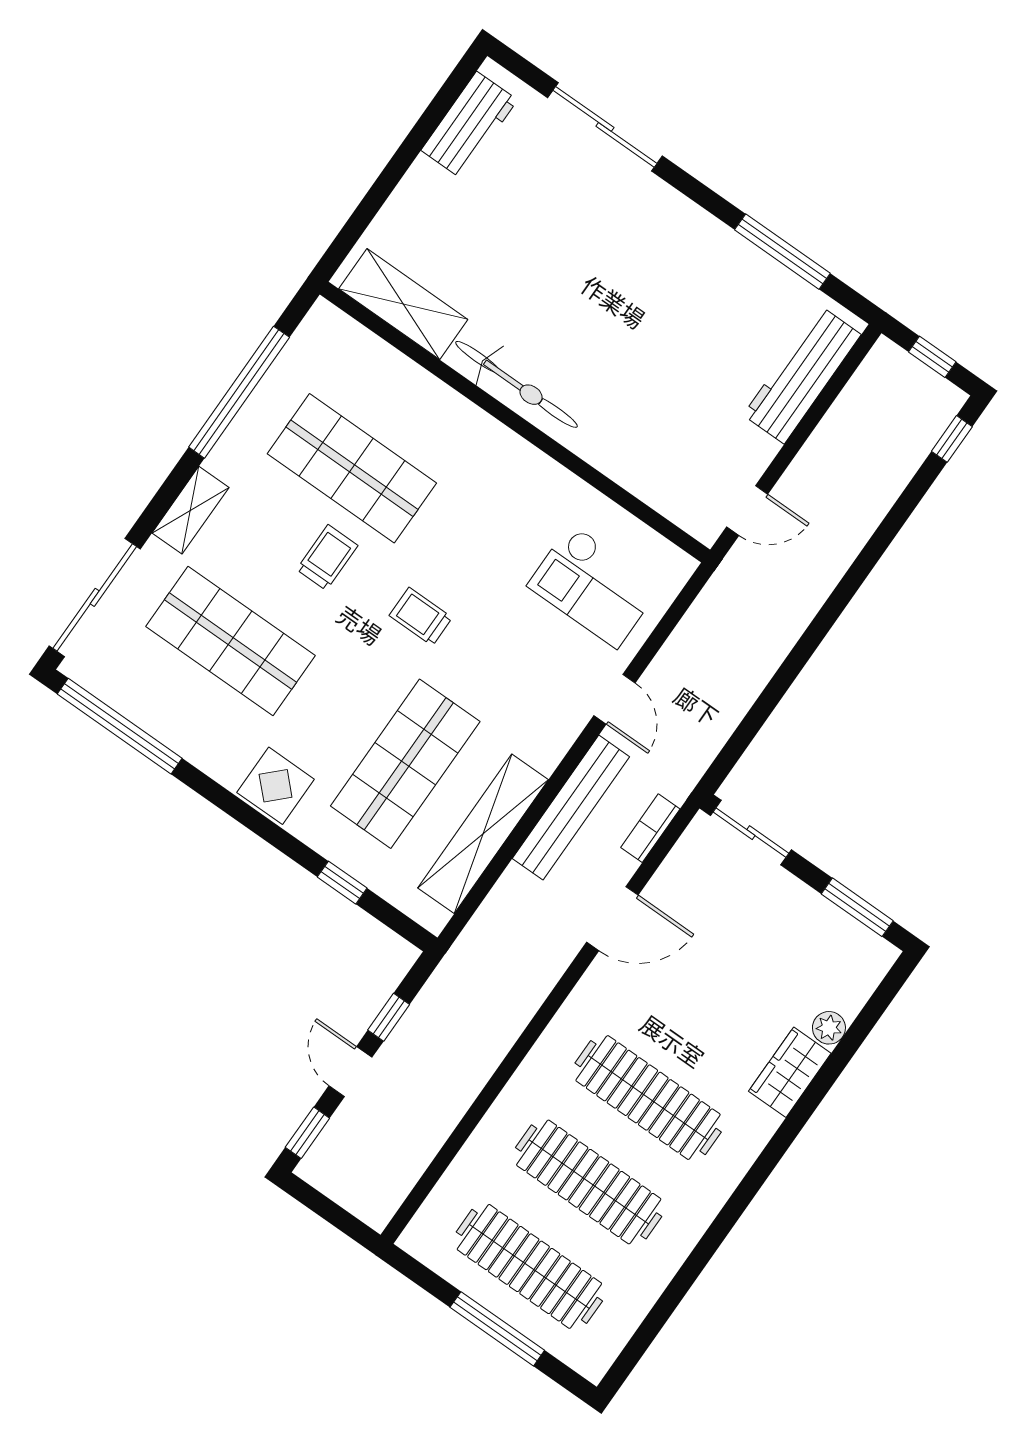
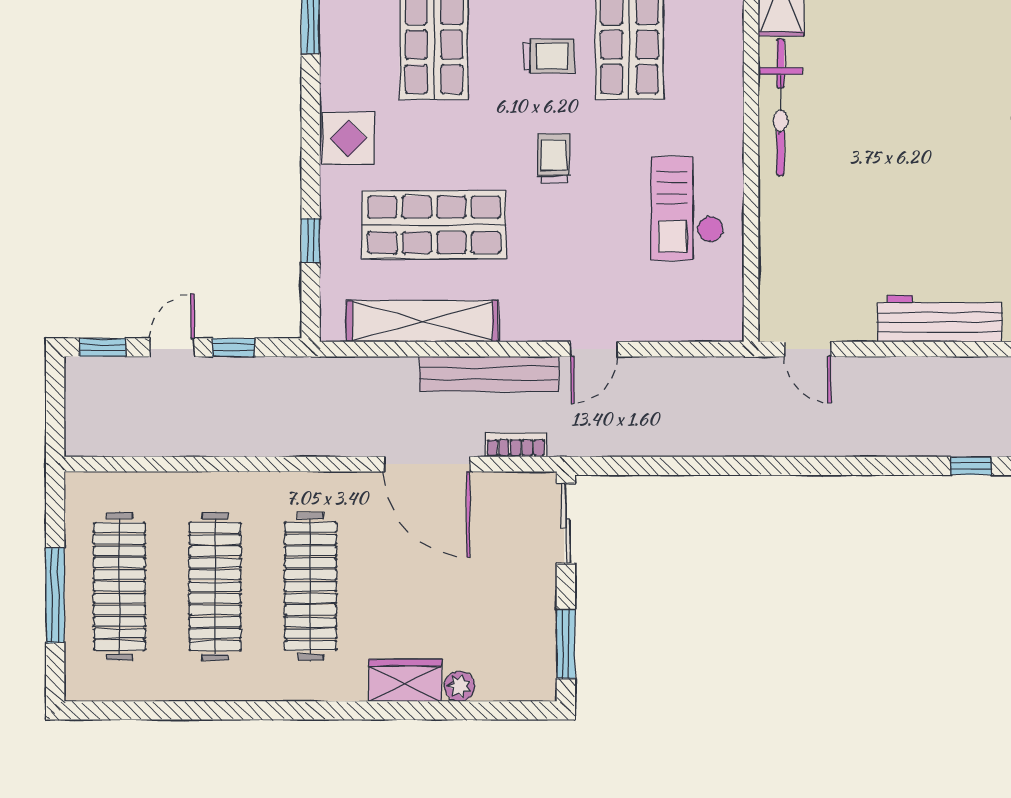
checkout: (594, 586) -> (687, 209), moved
door: (612, 919) -> (427, 464), width x1.36

